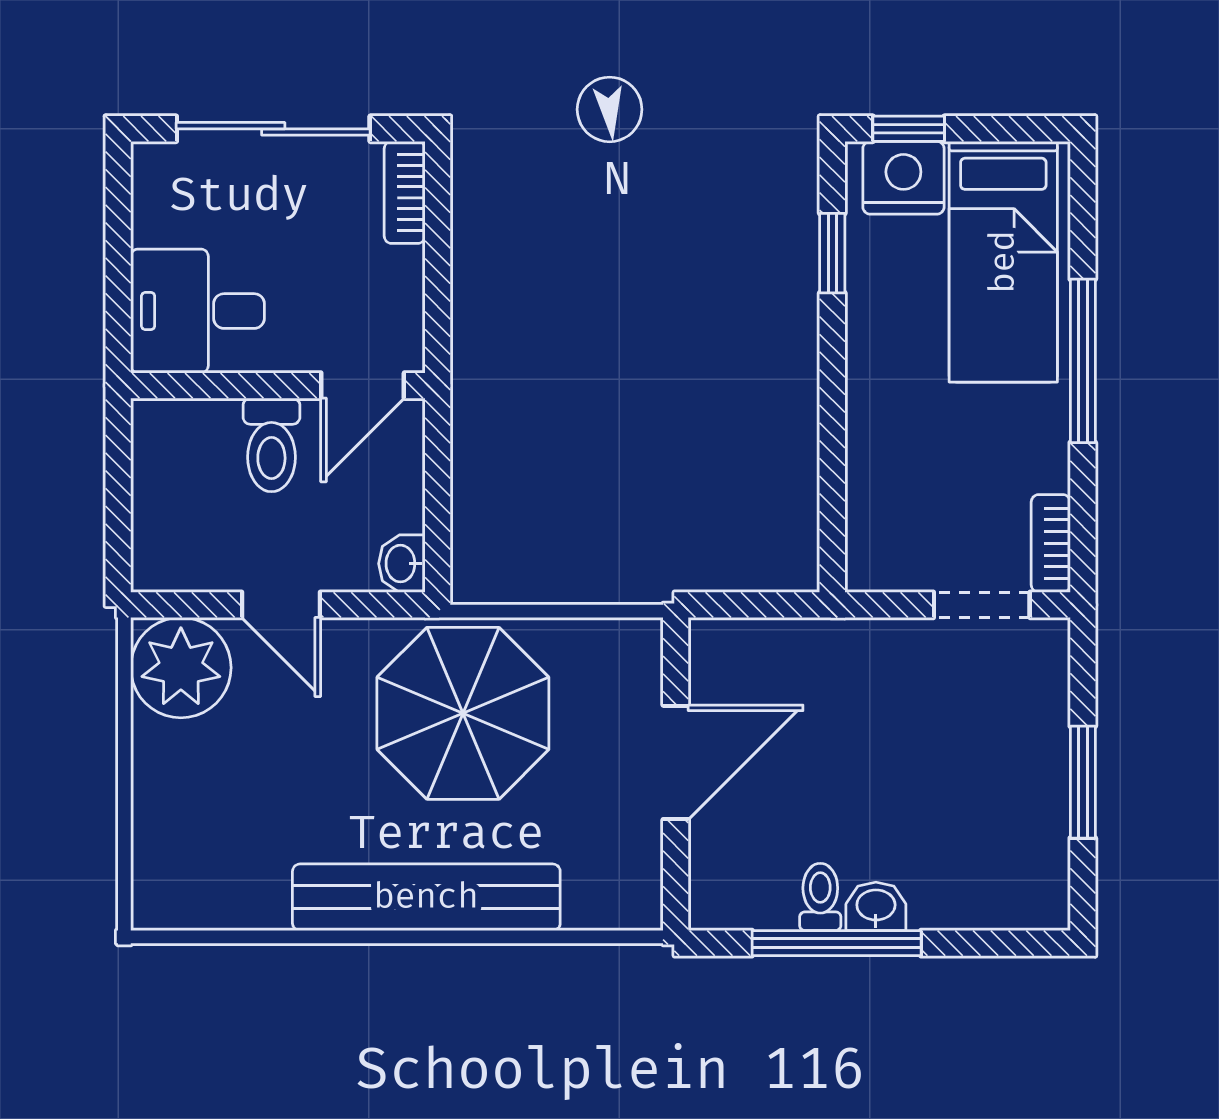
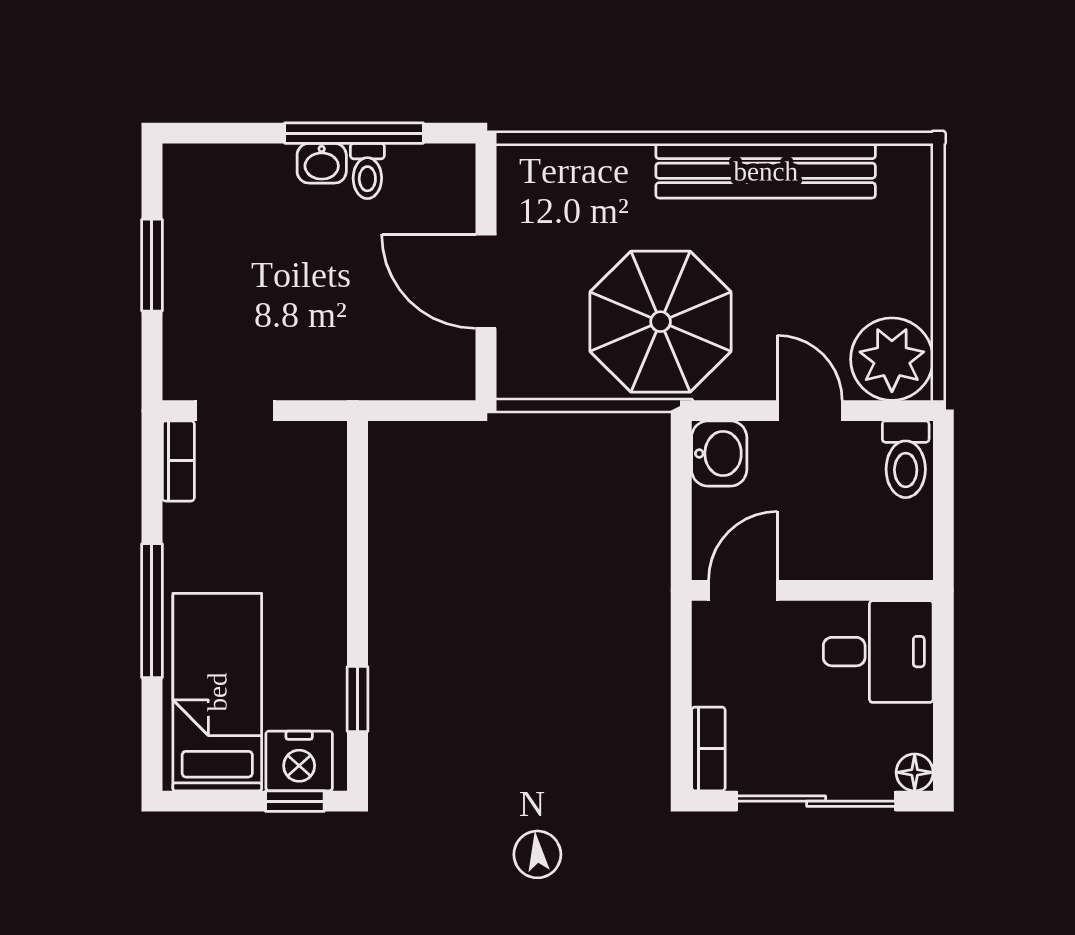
floor lamp: (153, 164) -> (915, 772), added
toilet: (271, 445) -> (906, 459), moved, turned 180
washbasin: (402, 564) -> (719, 453), width x1.38, depth x1.45
door: (676, 762) -> (486, 281), hinge flipped
bench: (426, 897) -> (766, 171), moved

